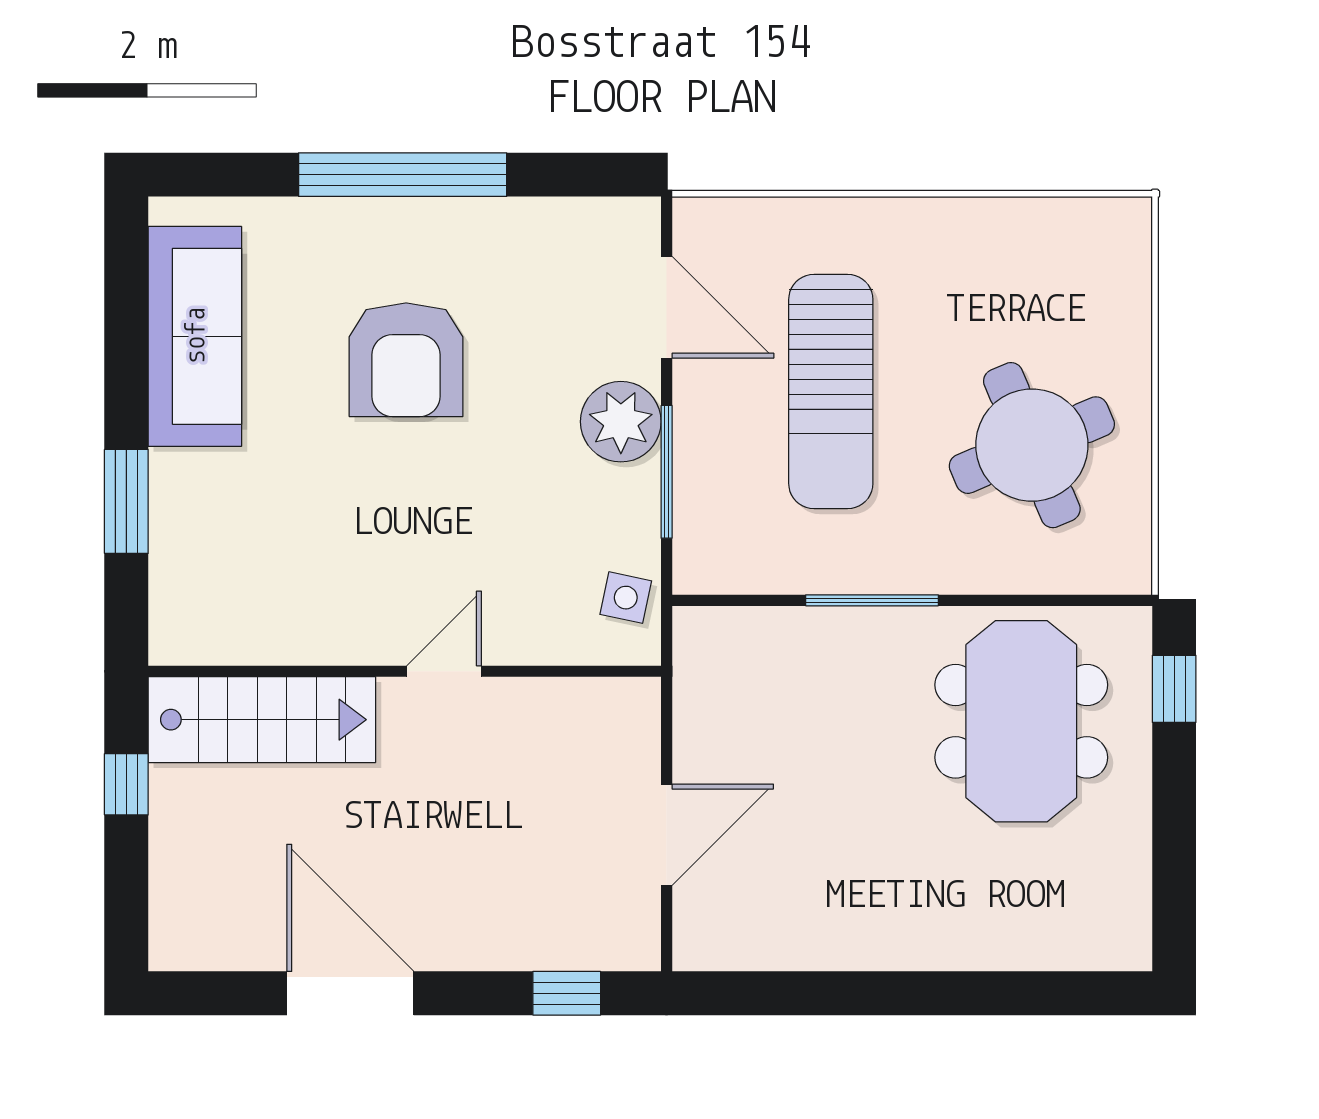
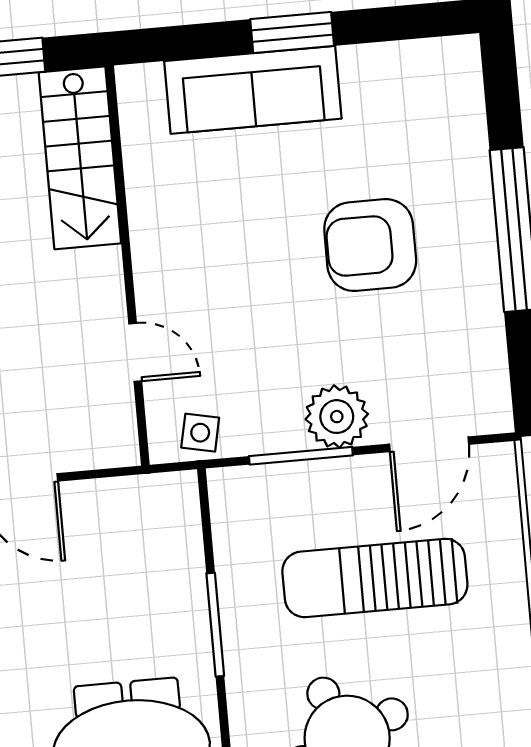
sofa: (195, 336) -> (253, 90), moved
window: (126, 501) -> (292, 32), moved
door: (444, 671) -> (135, 352), moved

